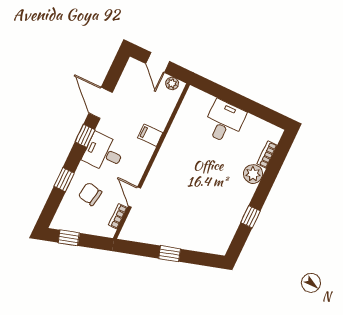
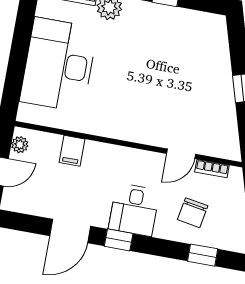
desk: (224, 122) -> (59, 65), width x1.87, depth x1.30
filing cabinet: (150, 135) -> (72, 151), moved
window: (64, 180) -> (203, 255), moved

